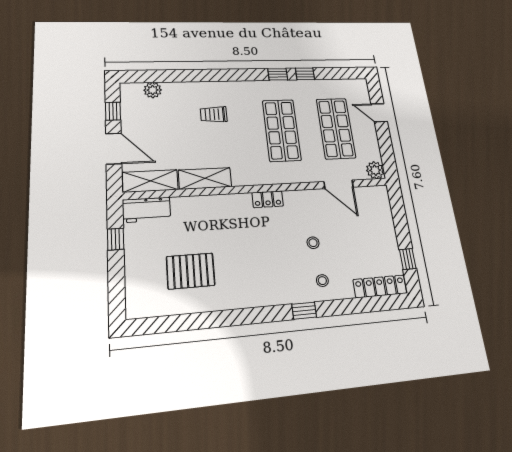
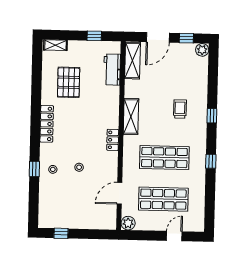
window: (305, 74) -> (212, 116), moved
plant: (153, 90) -> (202, 50), moved
shelving: (205, 178) -> (131, 116), moved
workbench: (146, 210) -> (112, 70), moved
locker: (380, 286) -> (47, 124), moved
shelving: (133, 298) -> (55, 45), added
window: (304, 311) -> (34, 169), moved

